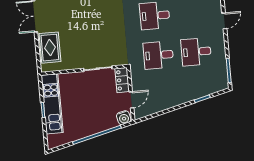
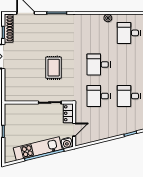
rug: (50, 48) -> (54, 68), moved
kitchen unit: (52, 104) -> (38, 149), moved, turned -104

